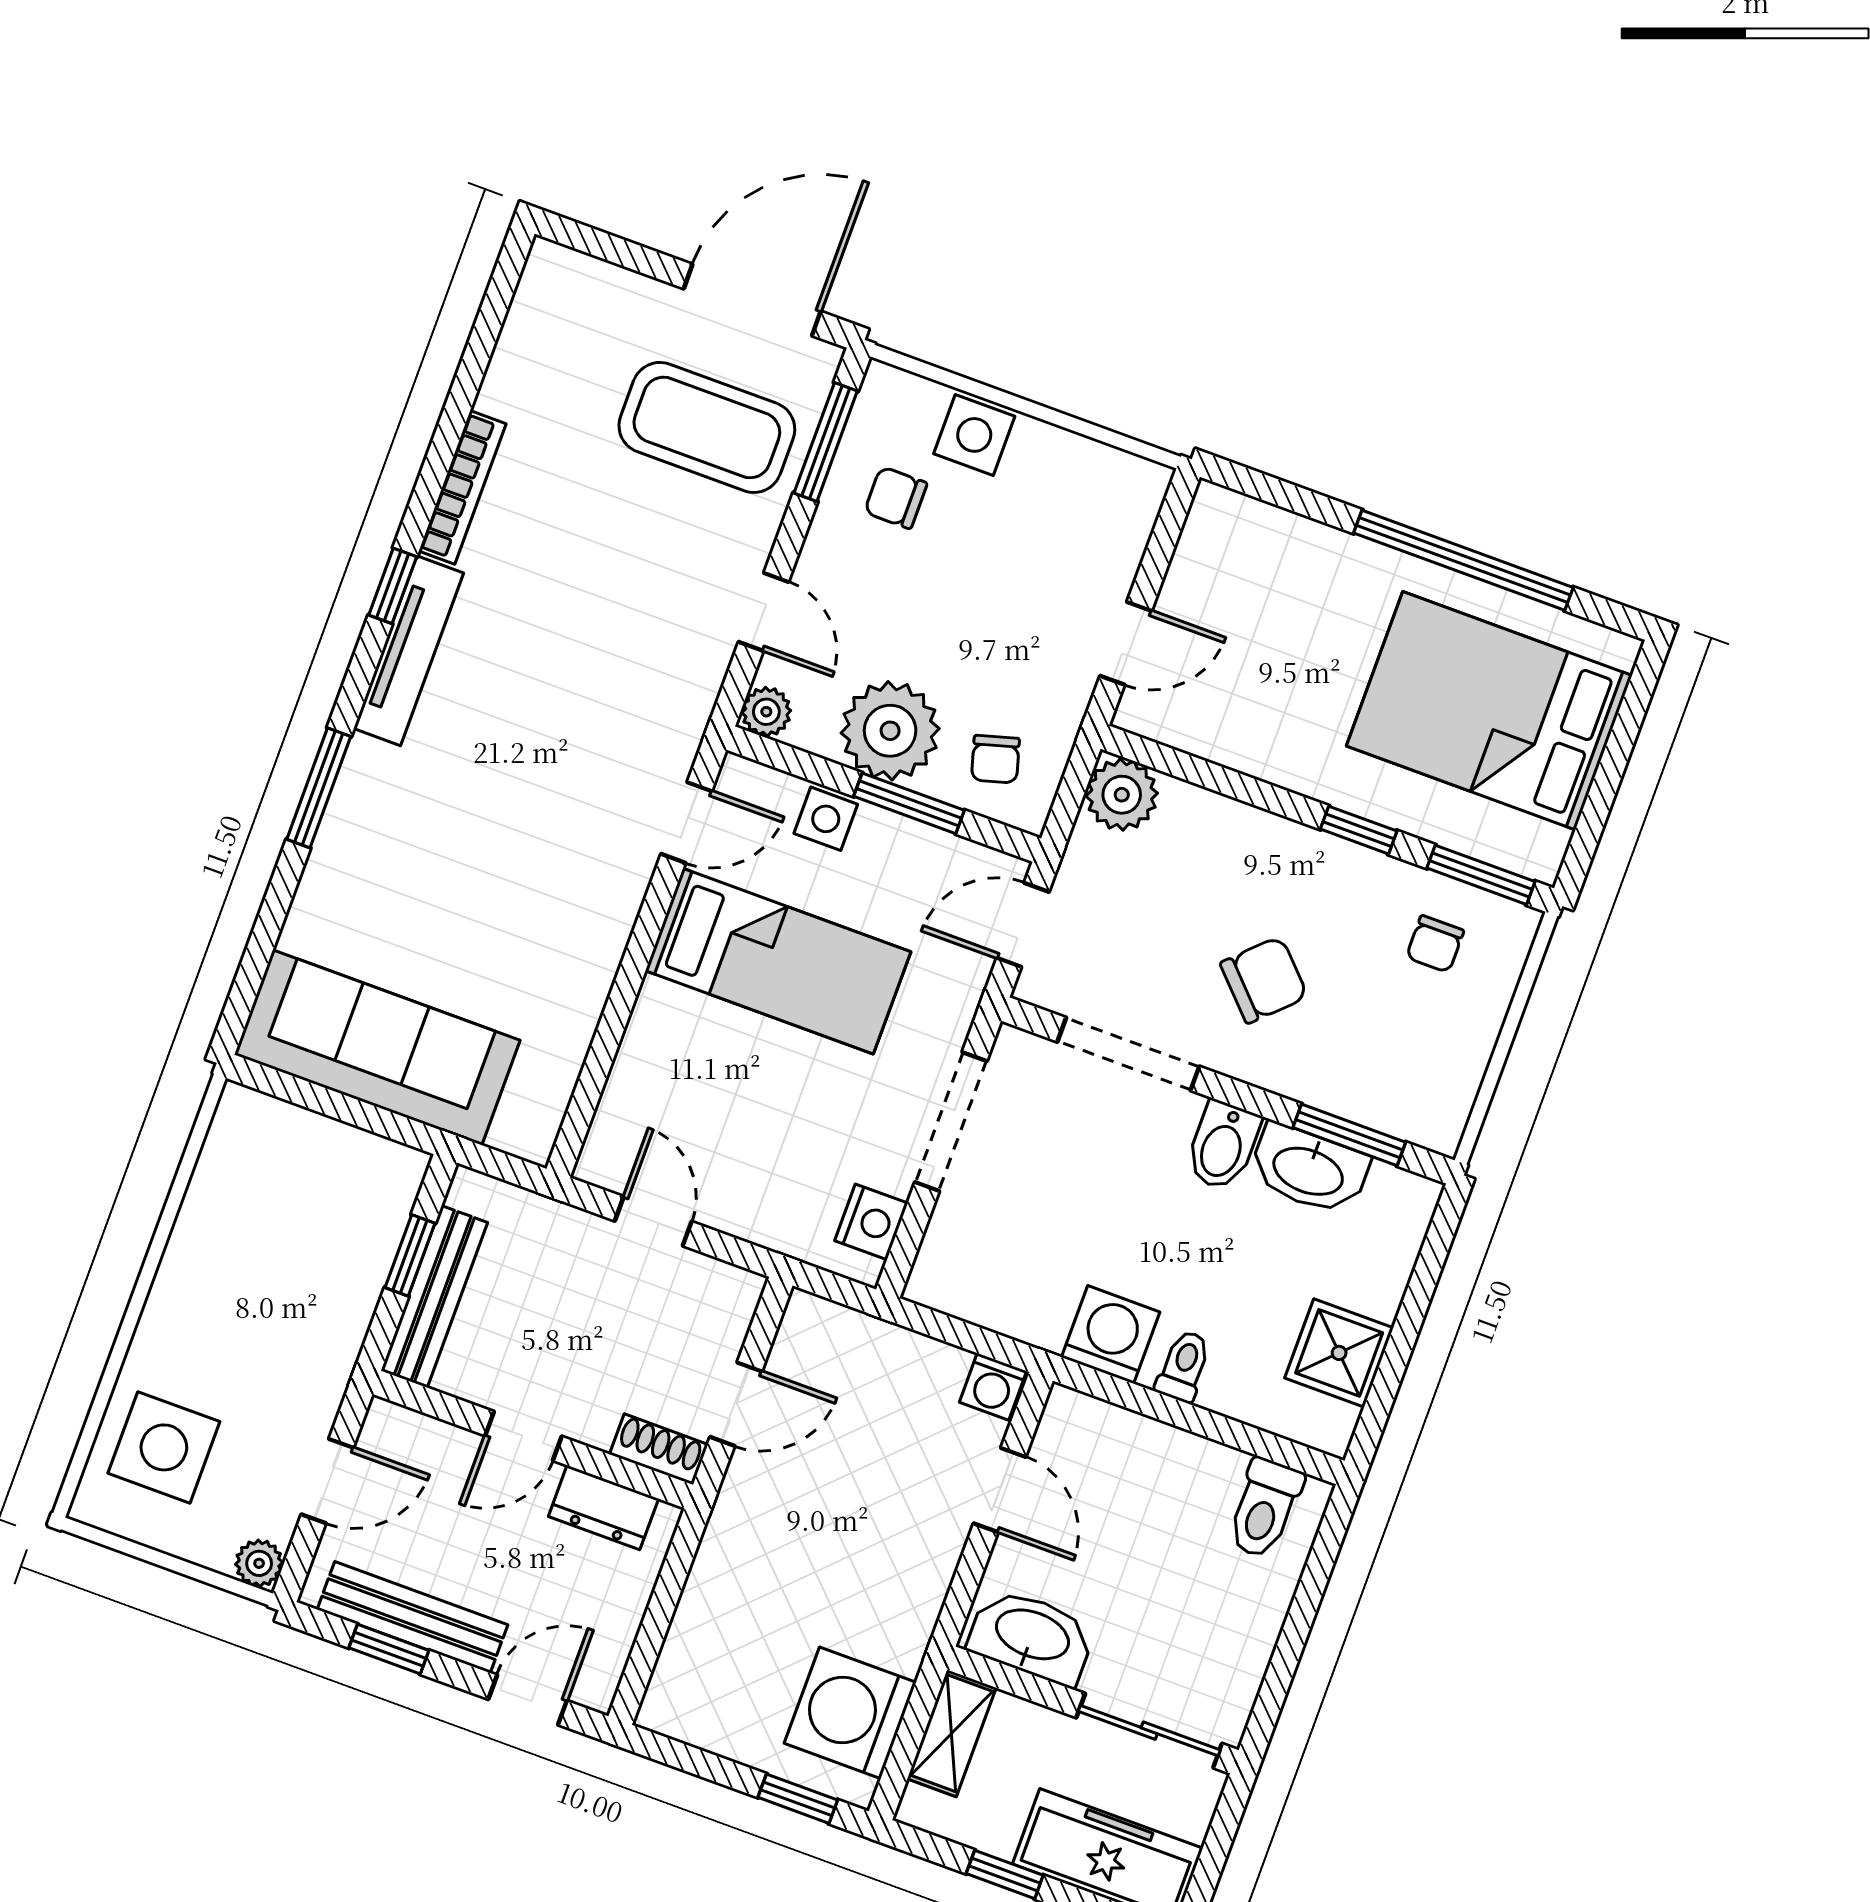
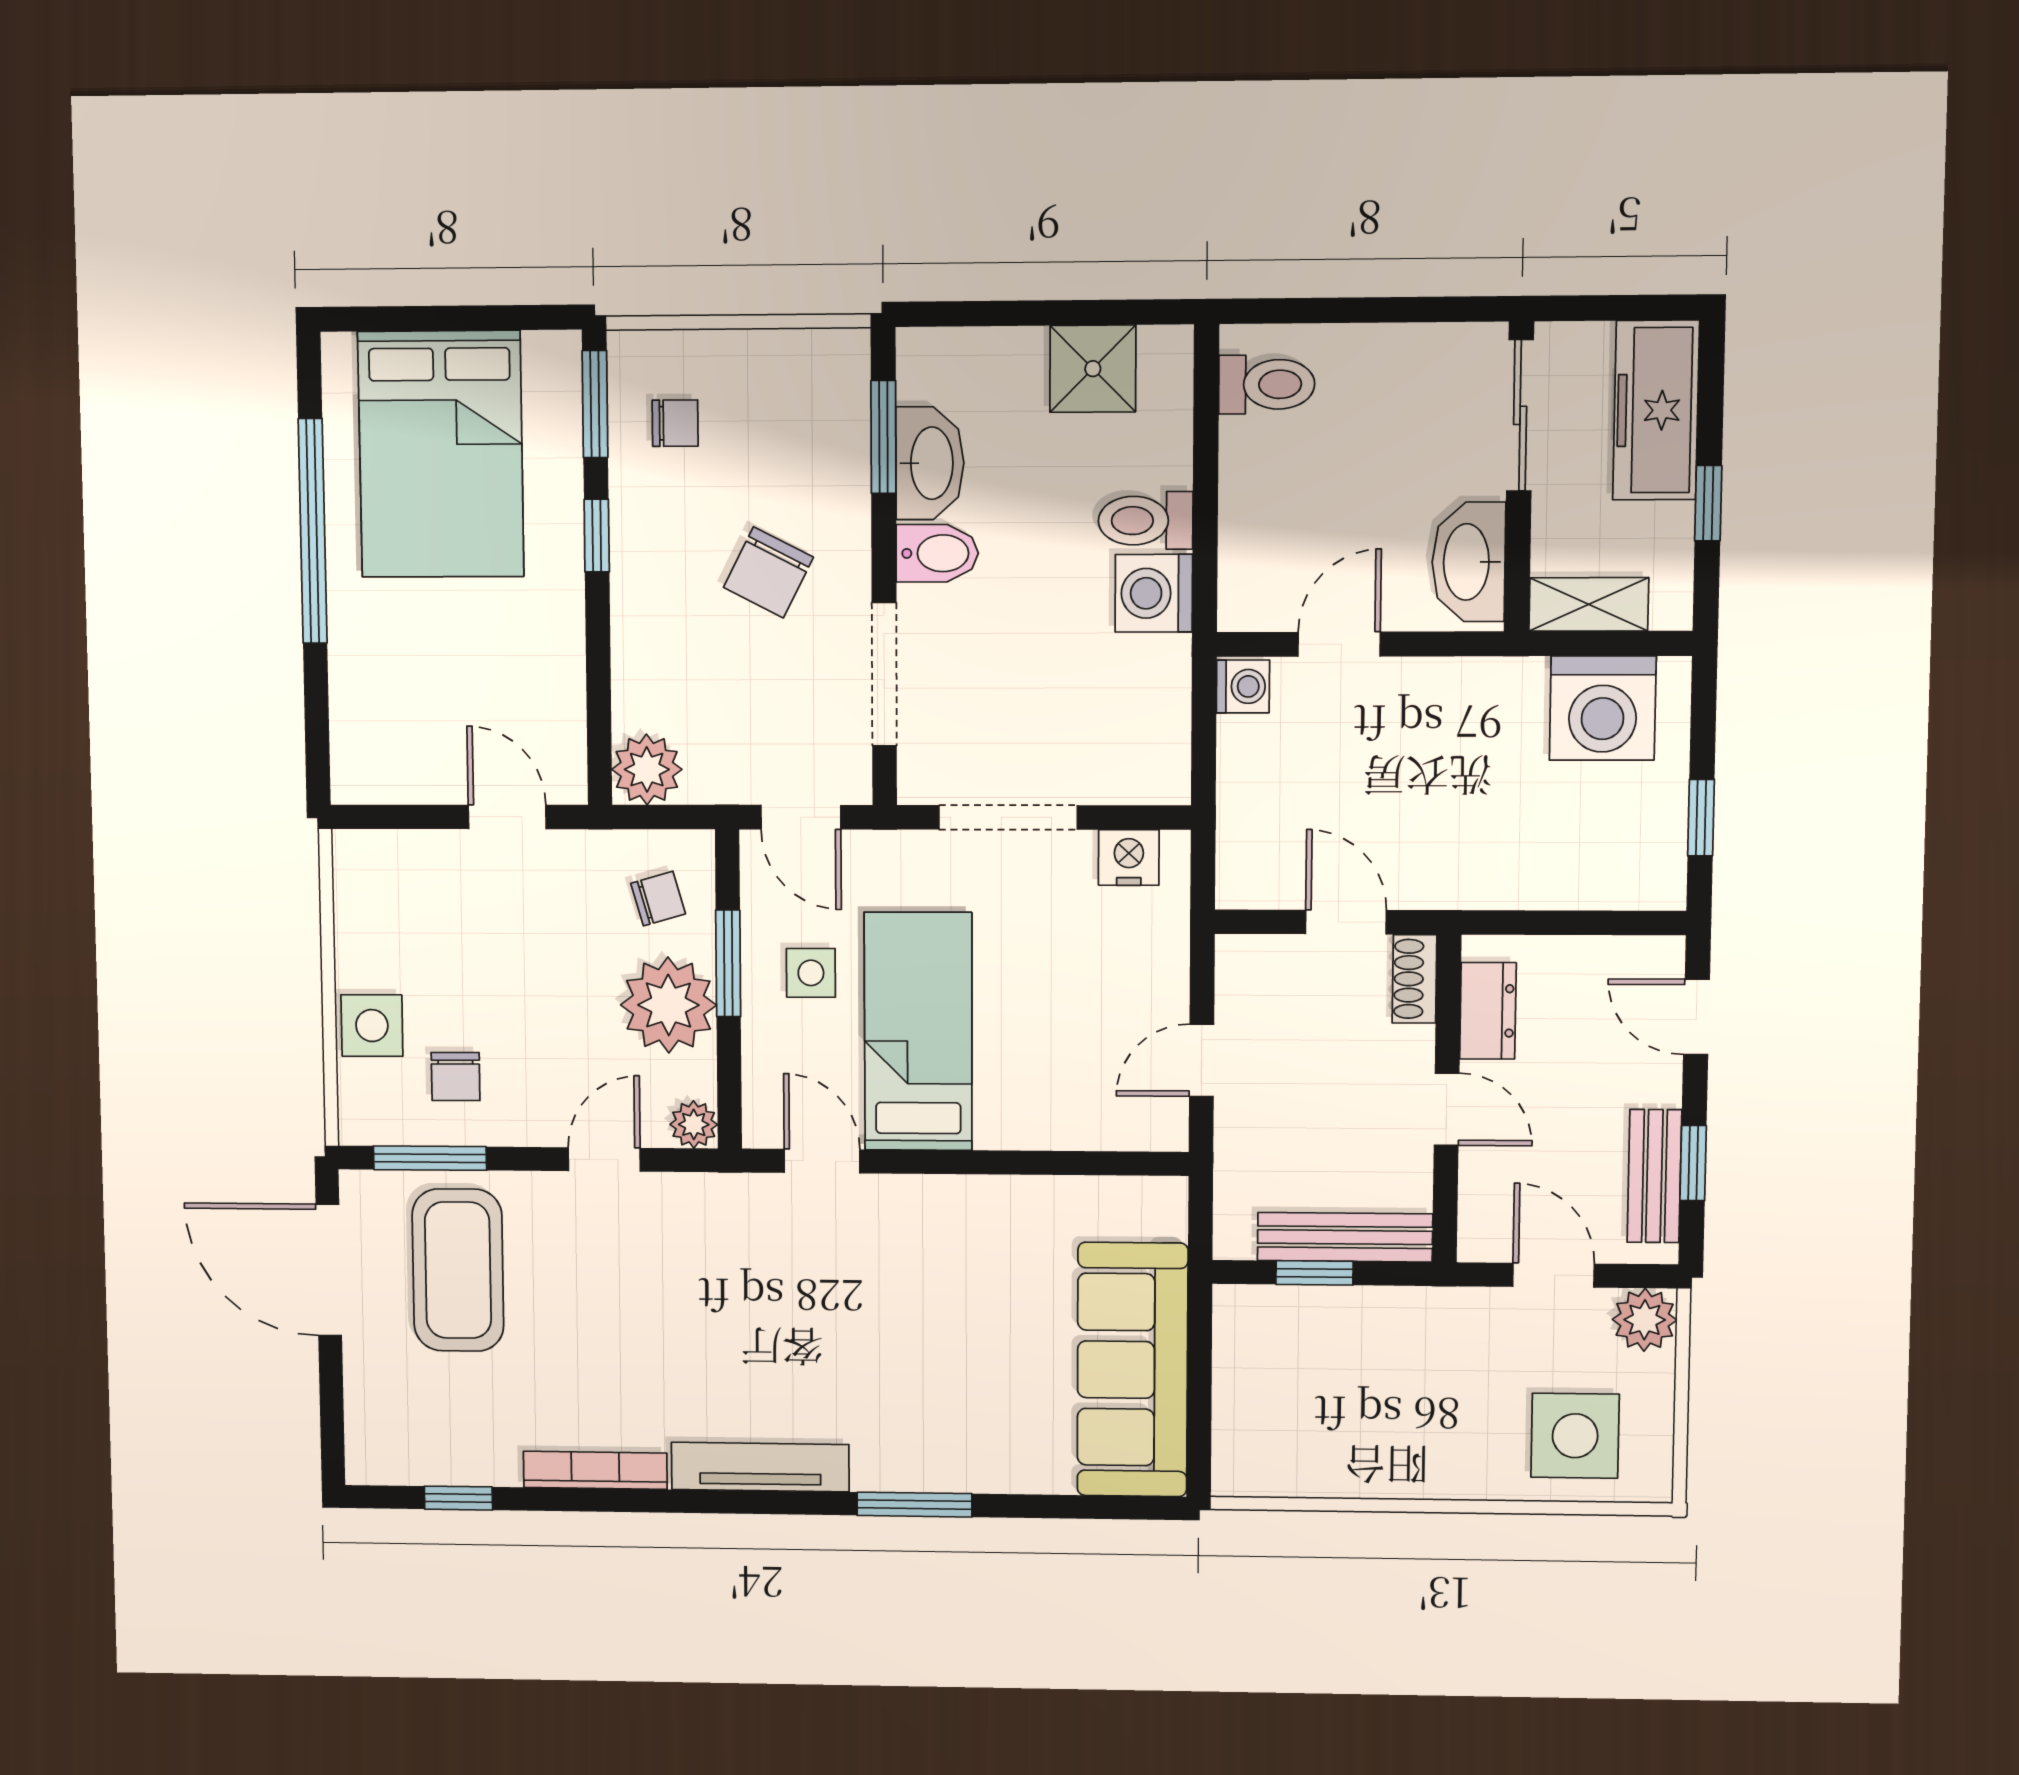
window: (393, 586) -> (458, 1498), moved
side table: (826, 819) -> (811, 973), moved
chair: (1264, 980) -> (768, 572), turned -109
toilet: (1184, 1366) -> (1146, 521), width x1.37, depth x1.39
plant: (259, 1563) -> (1645, 1320), width x1.38, depth x1.38
bench: (412, 1617) -> (1654, 1176), width x0.73
window: (798, 1799) -> (1701, 818), moved

